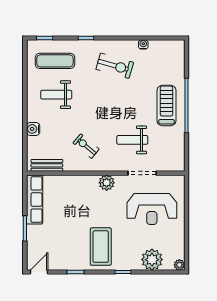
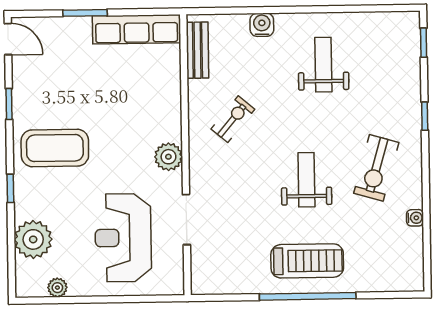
exercise mat: (55, 61) -> (383, 62), removed
weight bench: (132, 140) -> (306, 180), moved
plant: (179, 265) -> (57, 288), moved

